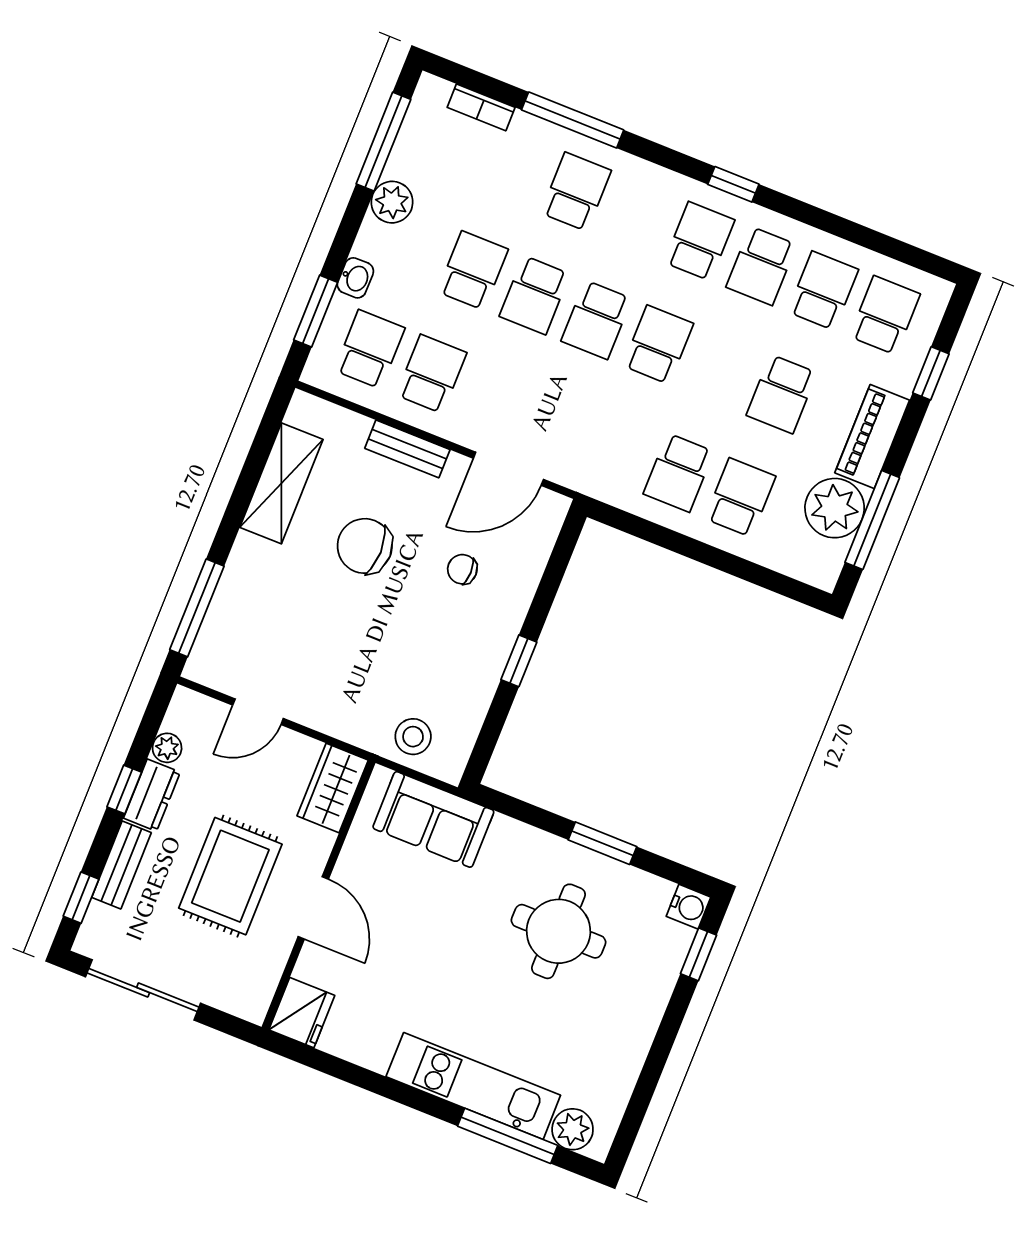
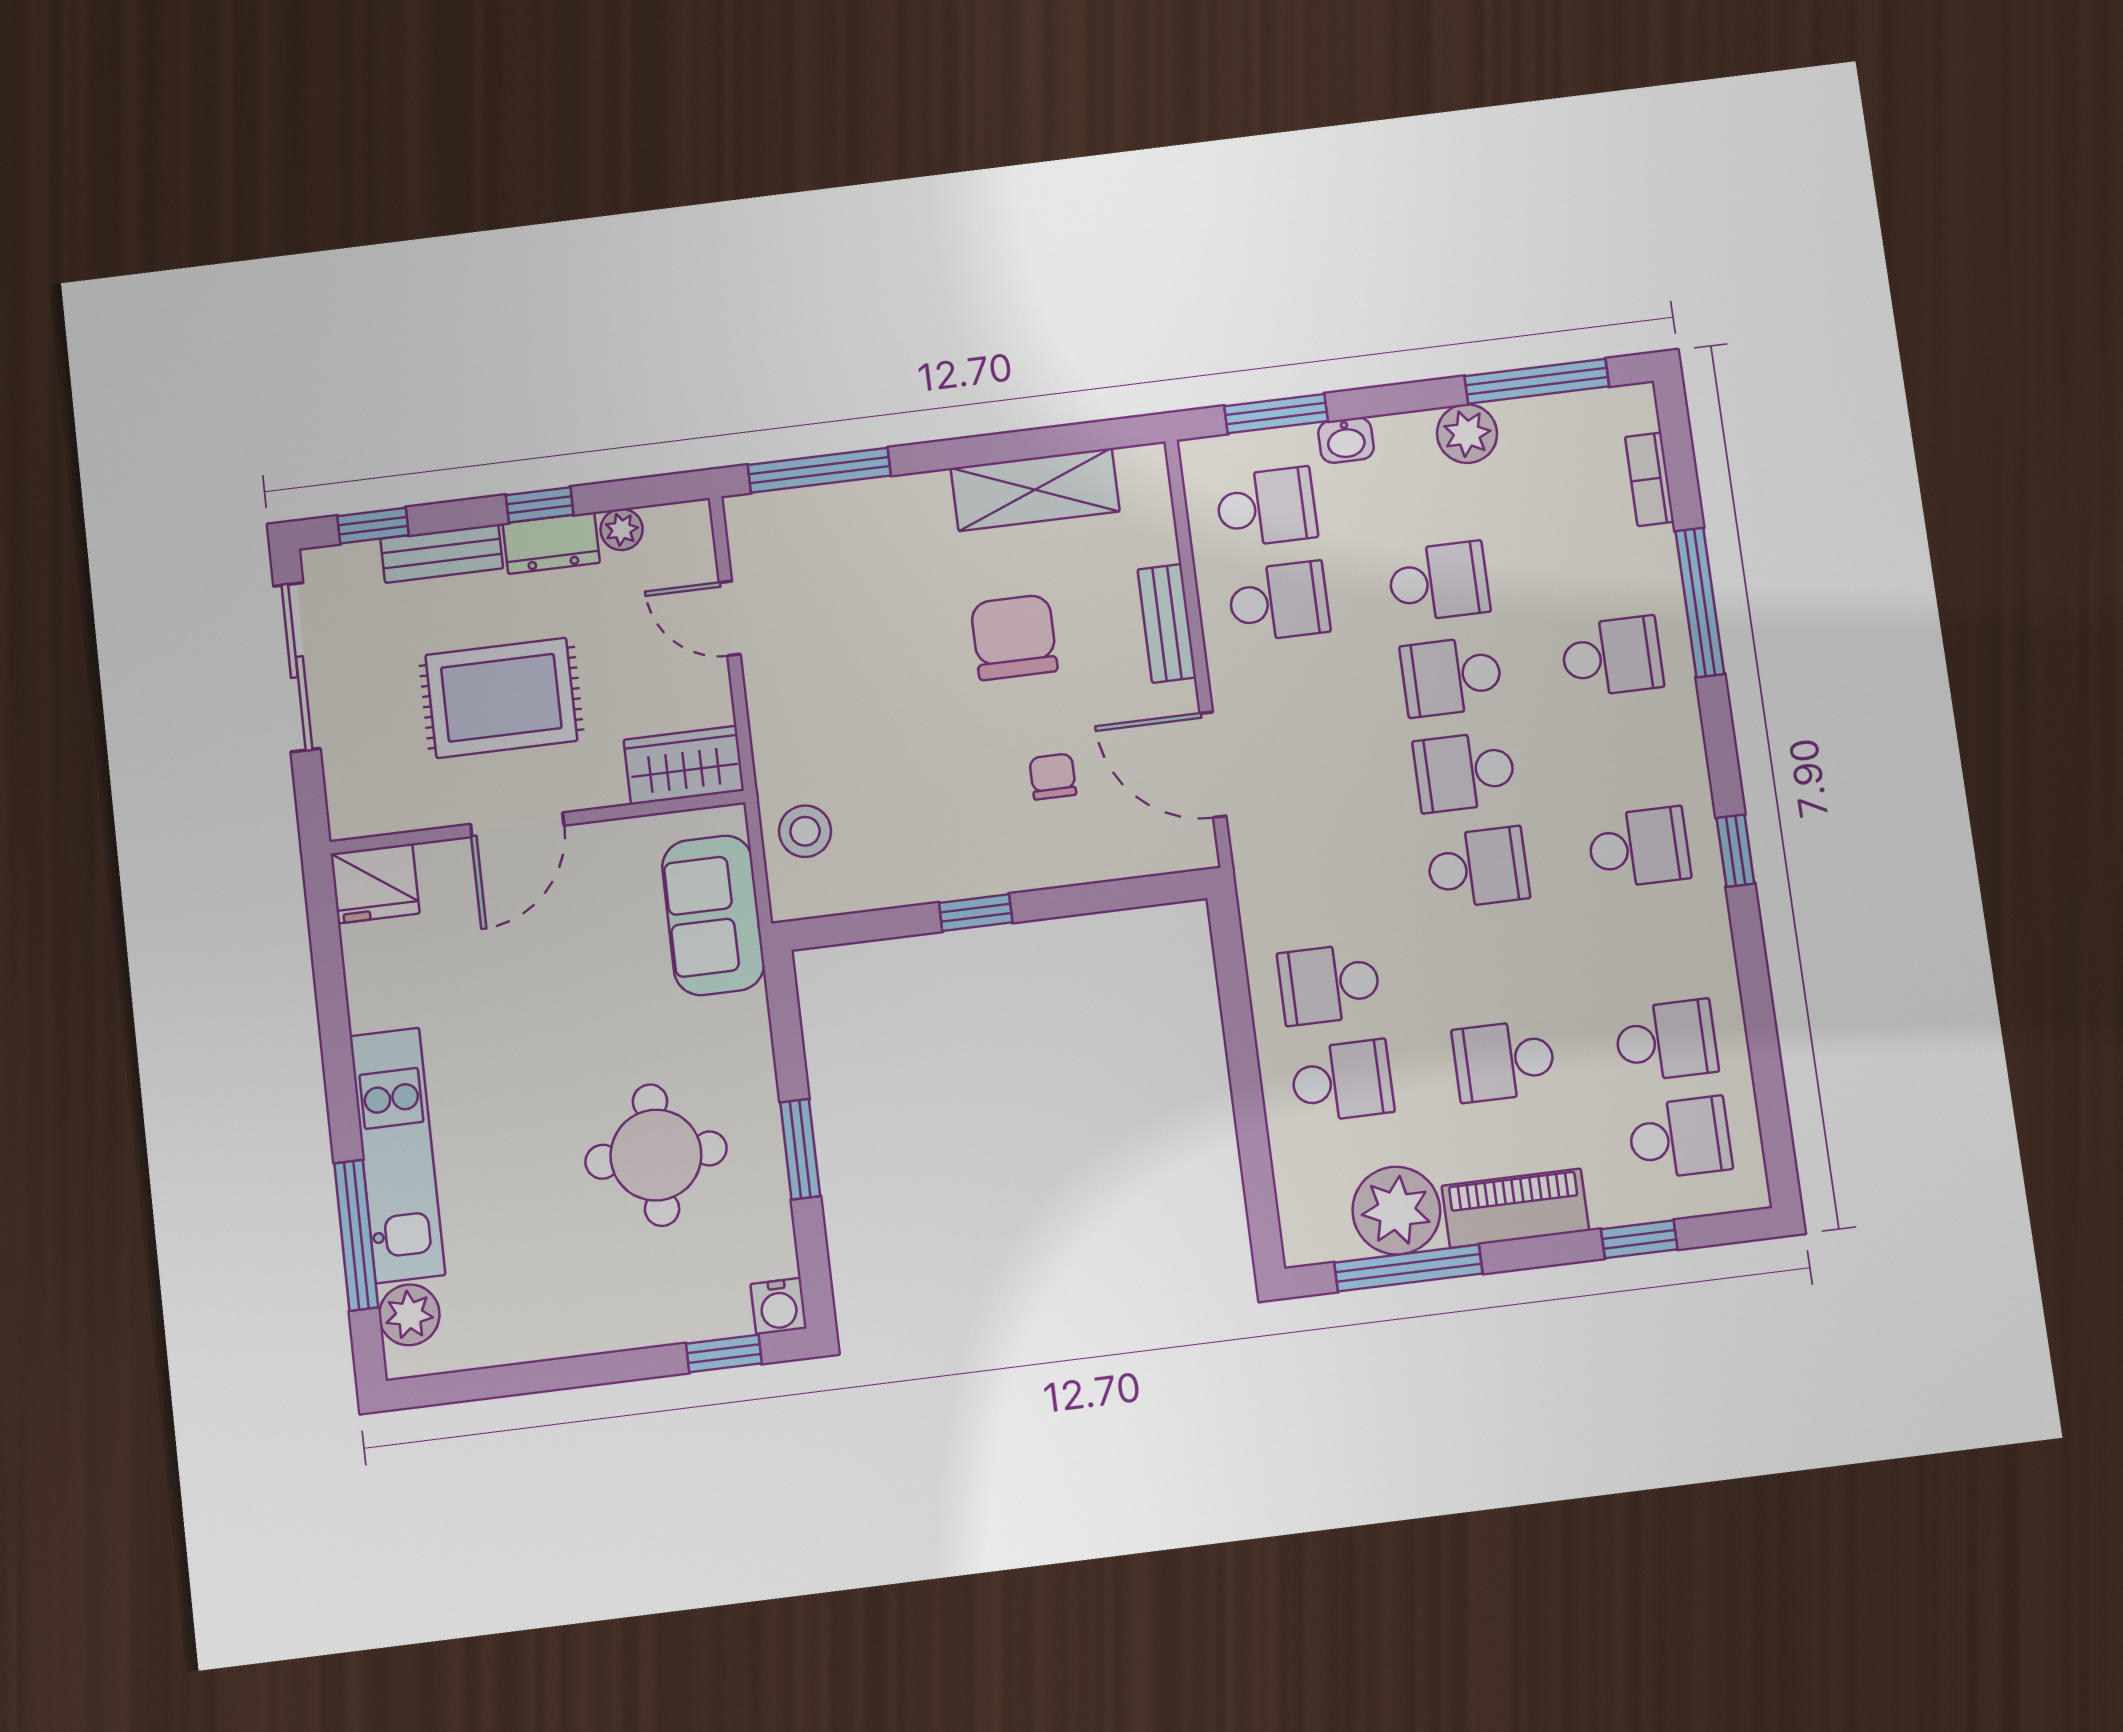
school desk: (761, 266) -> (1652, 944), removed

